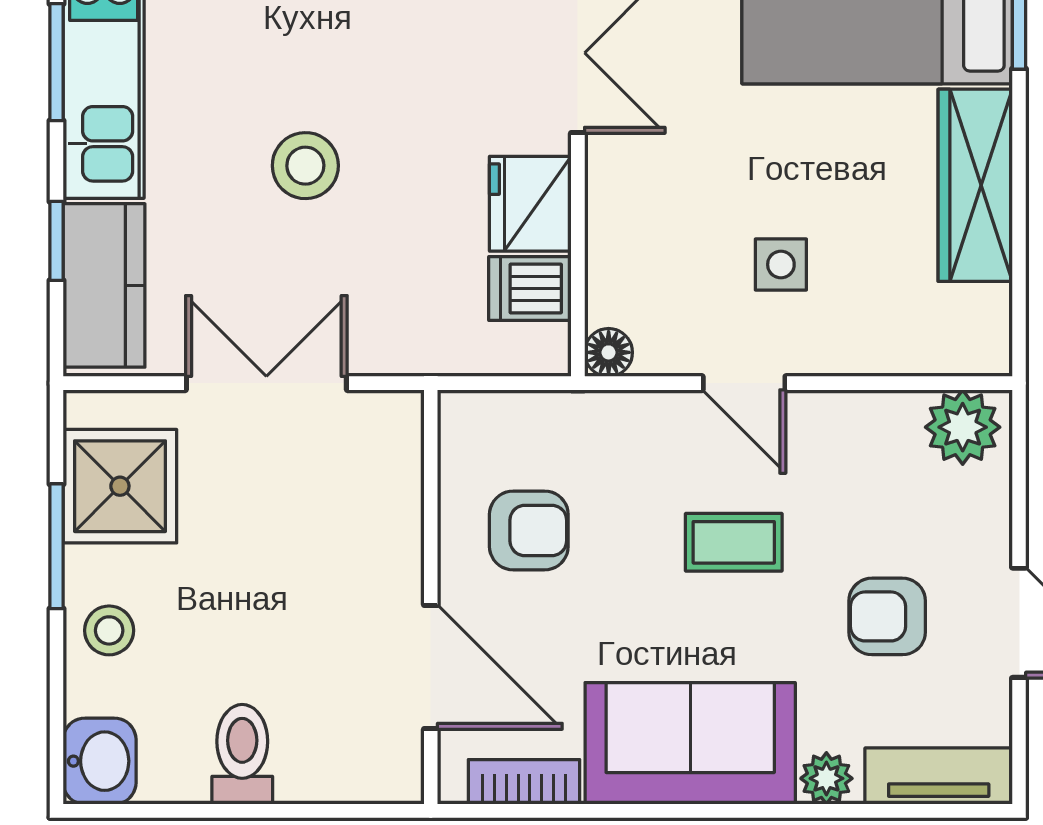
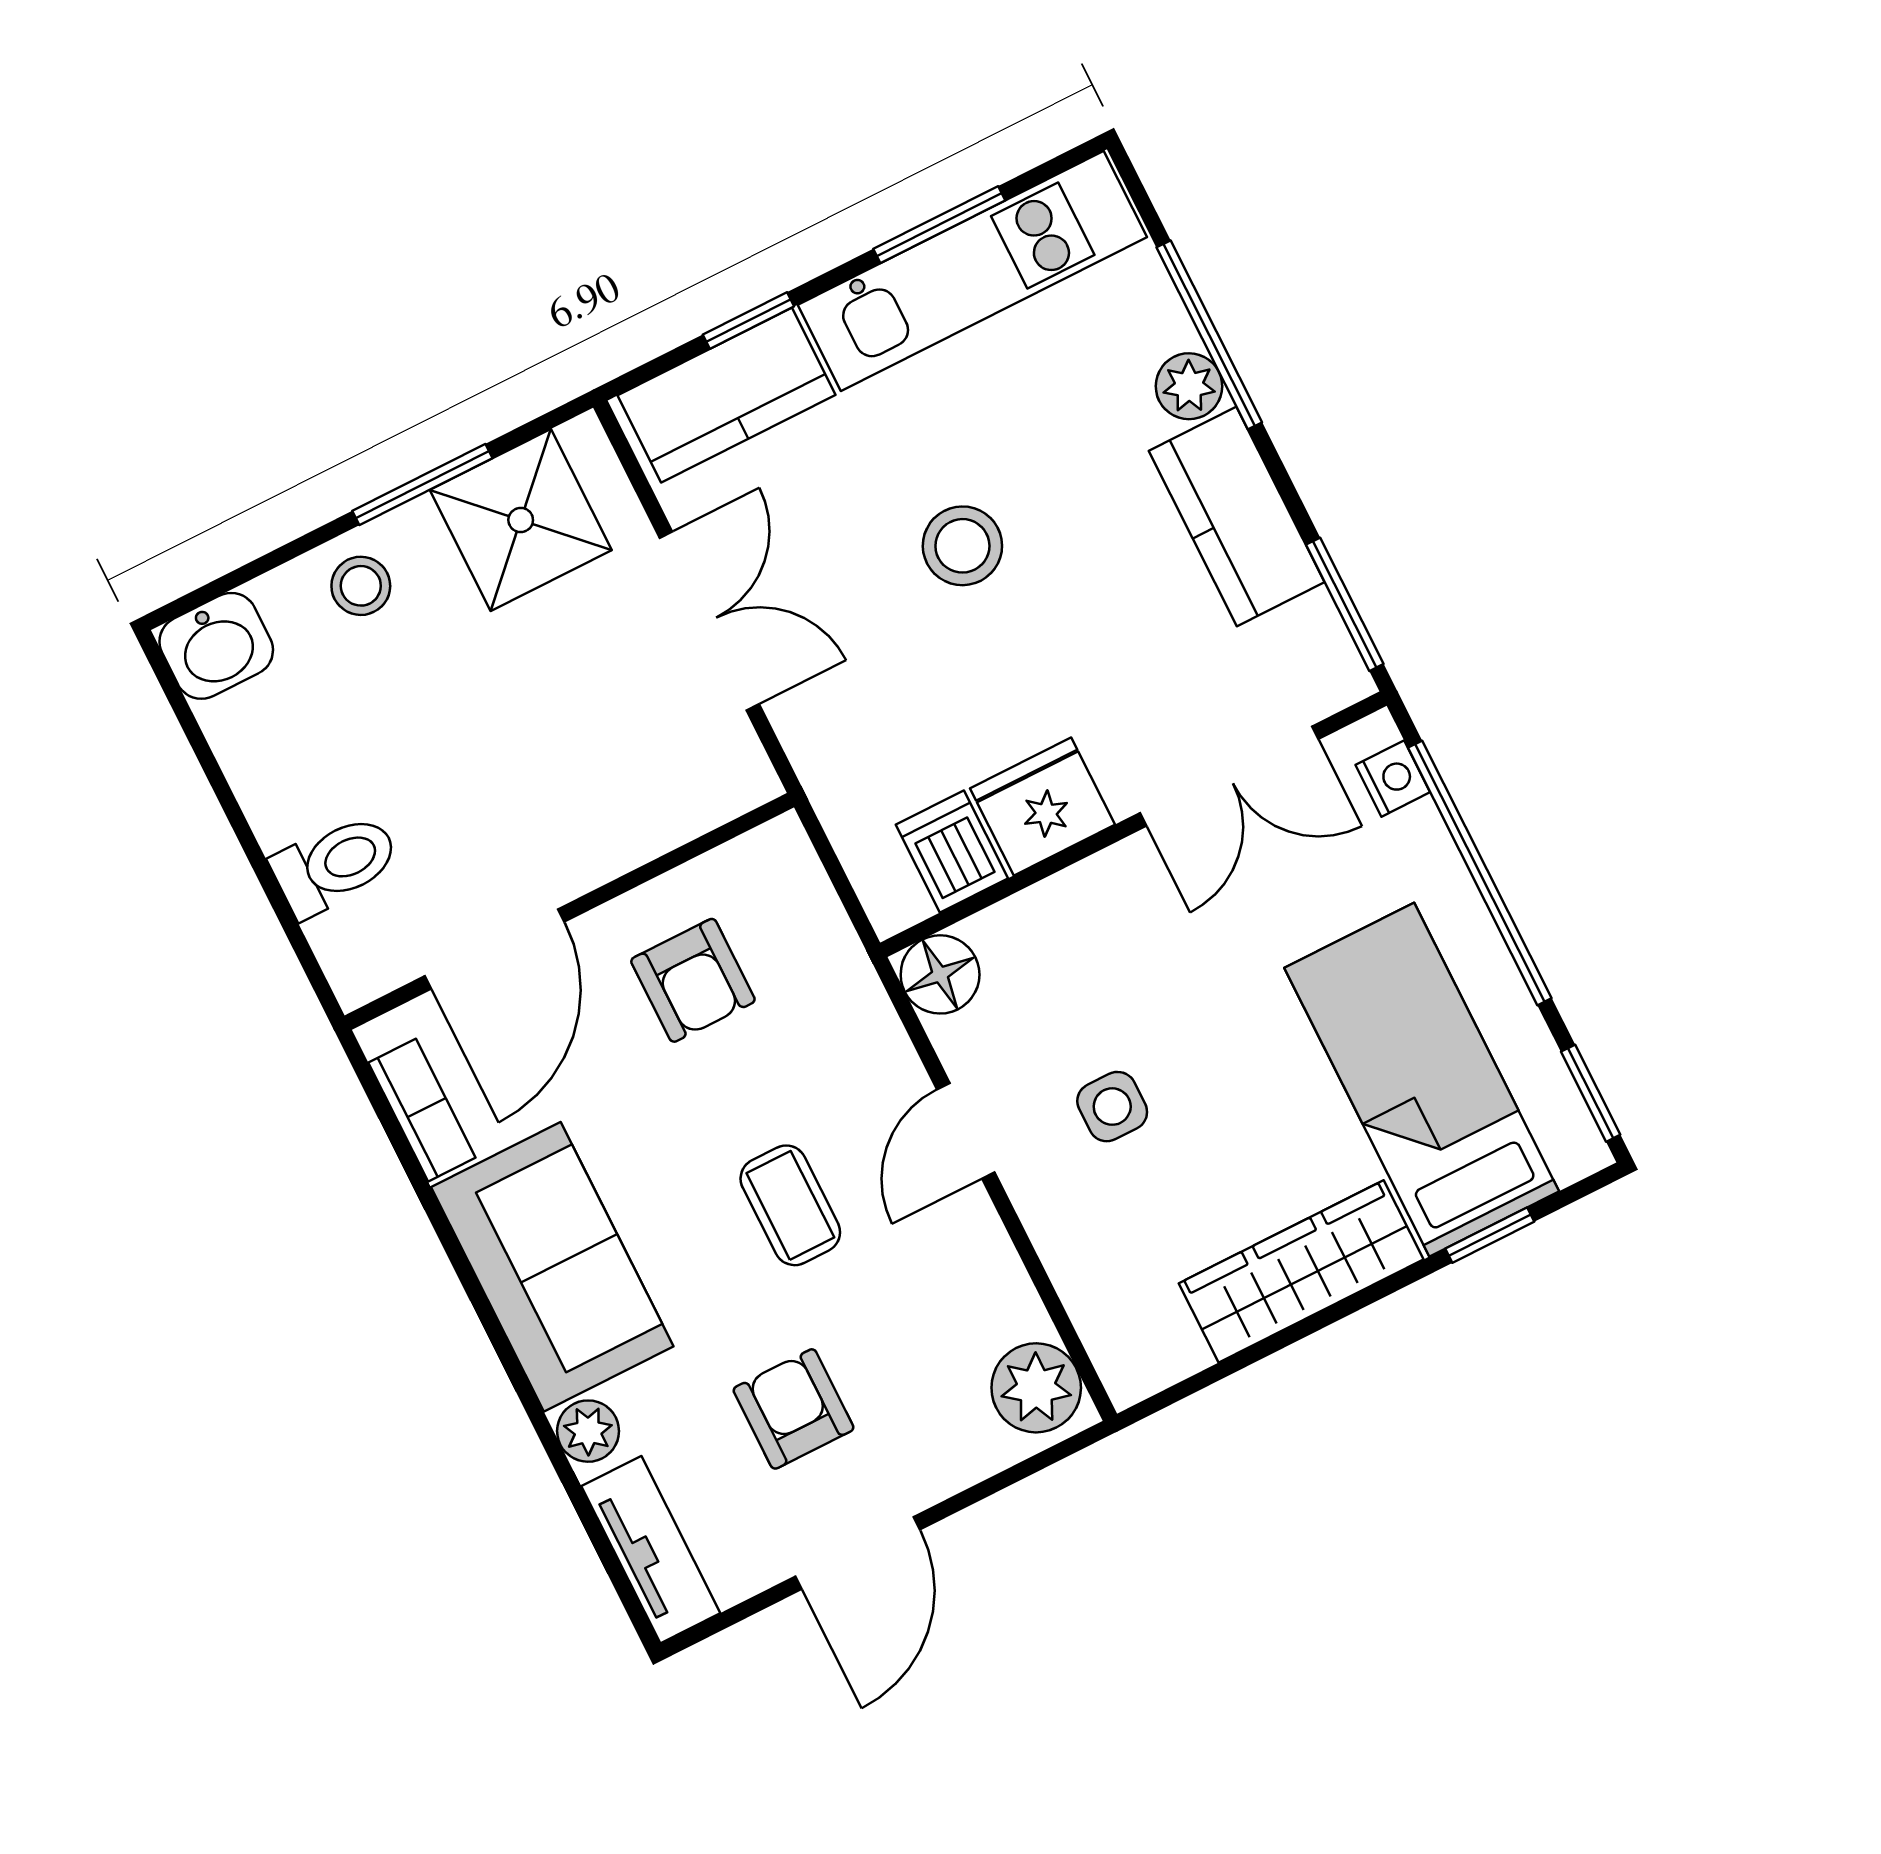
floor lamp: (609, 352) -> (940, 974), width x1.37, depth x1.37
toilet: (242, 754) -> (335, 864), moved

